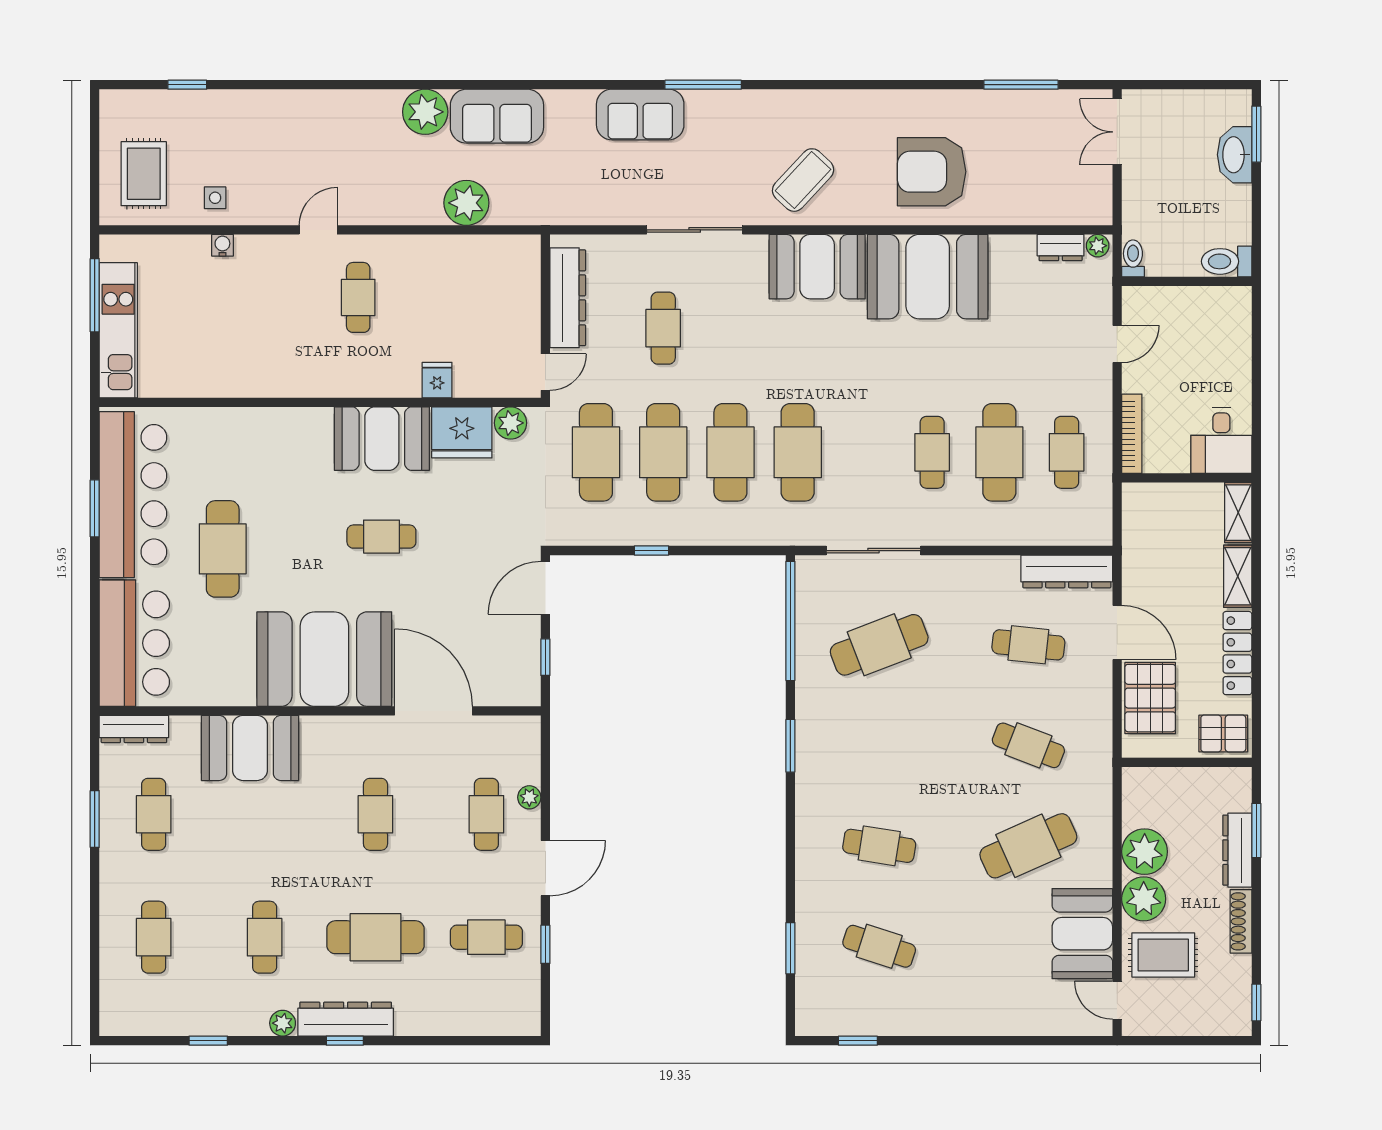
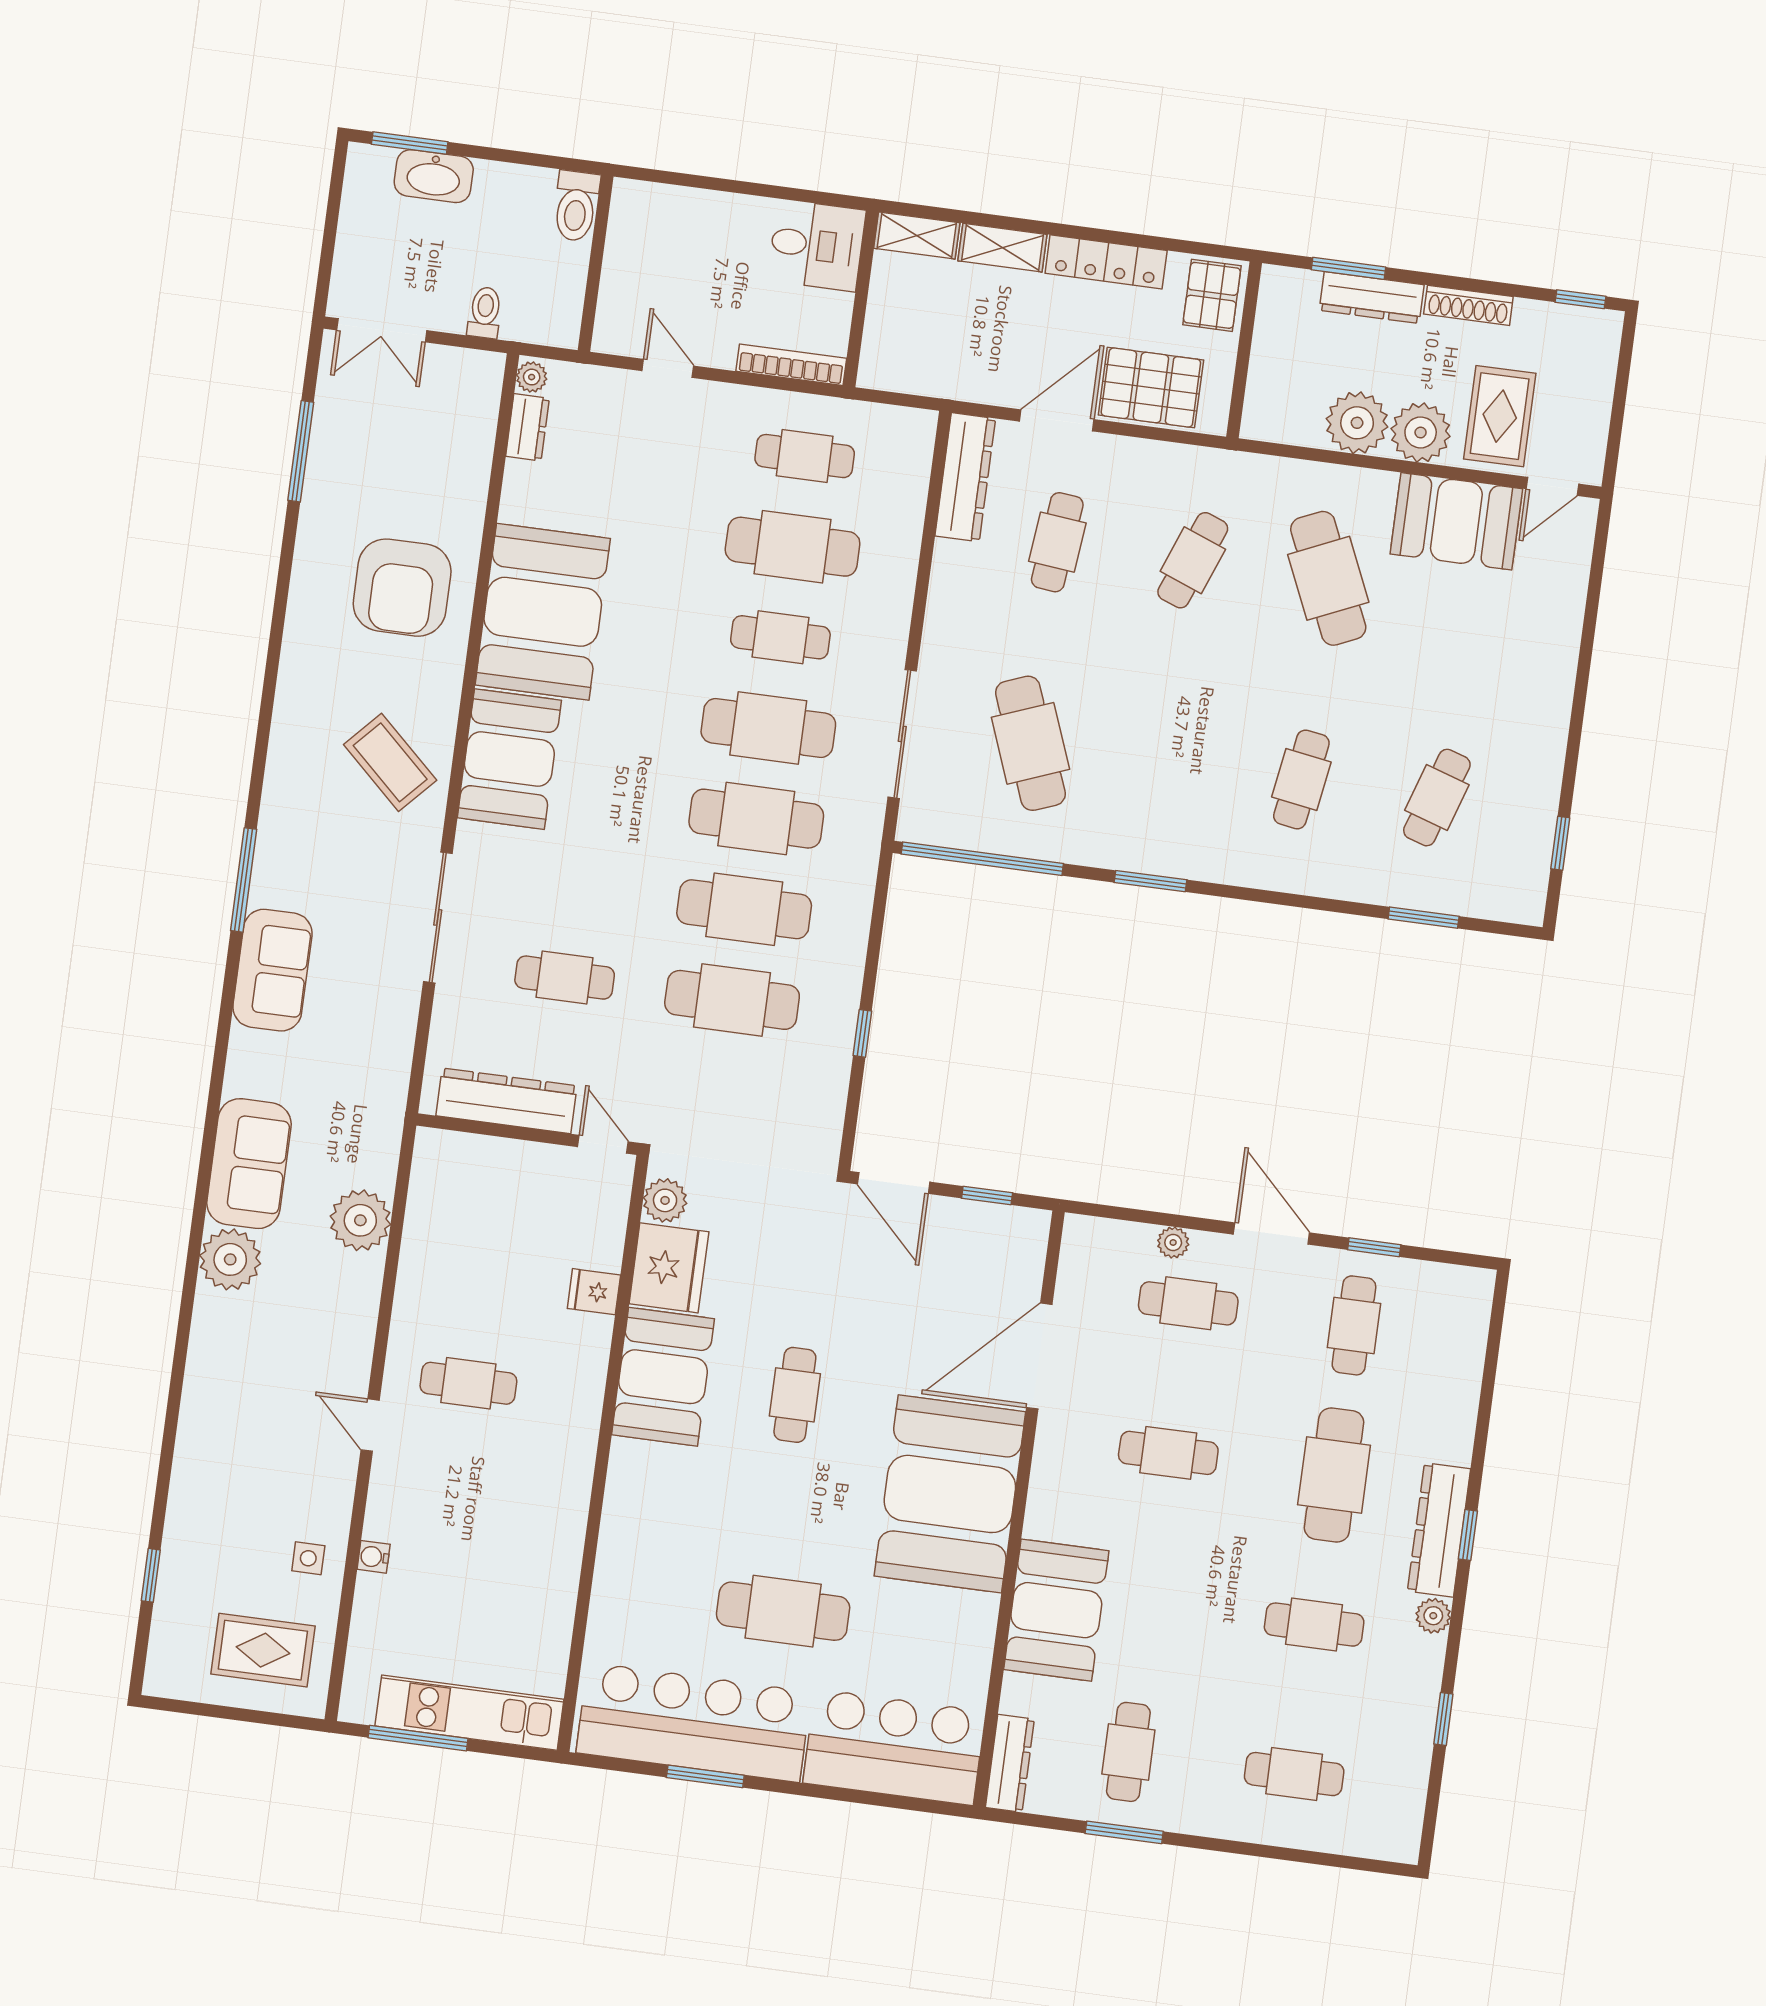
toilet: (1133, 258) -> (485, 313), moved, turned 90
cafe table: (596, 452) -> (768, 728), moved
cafe table: (154, 814) -> (1128, 1752), turned 90

